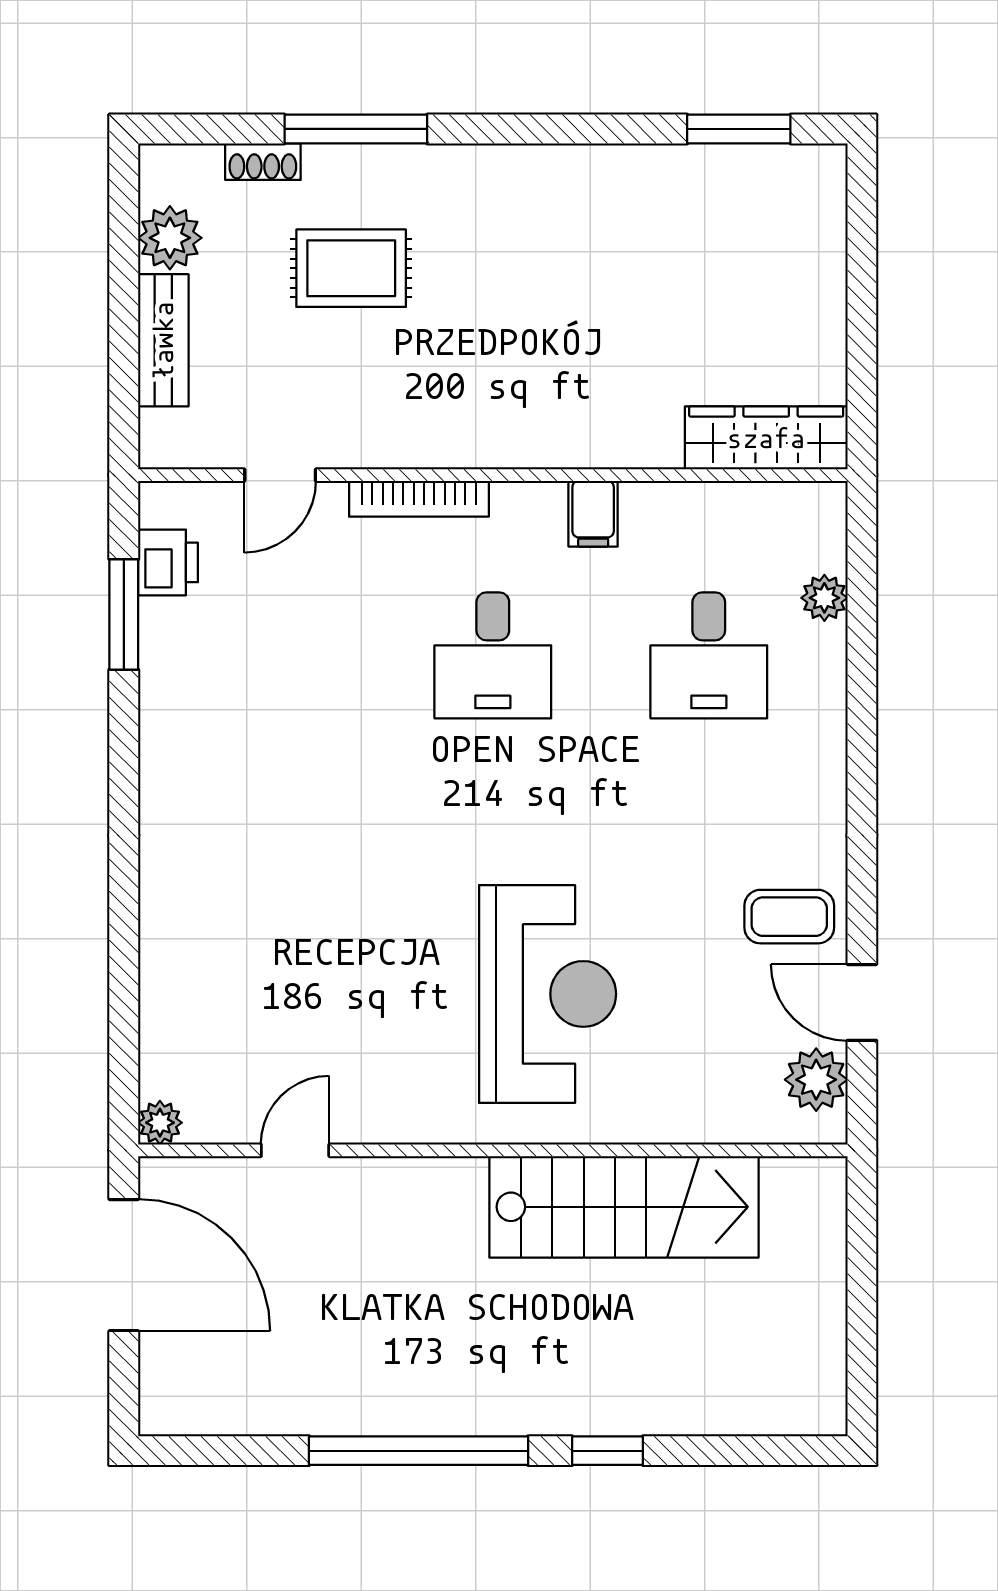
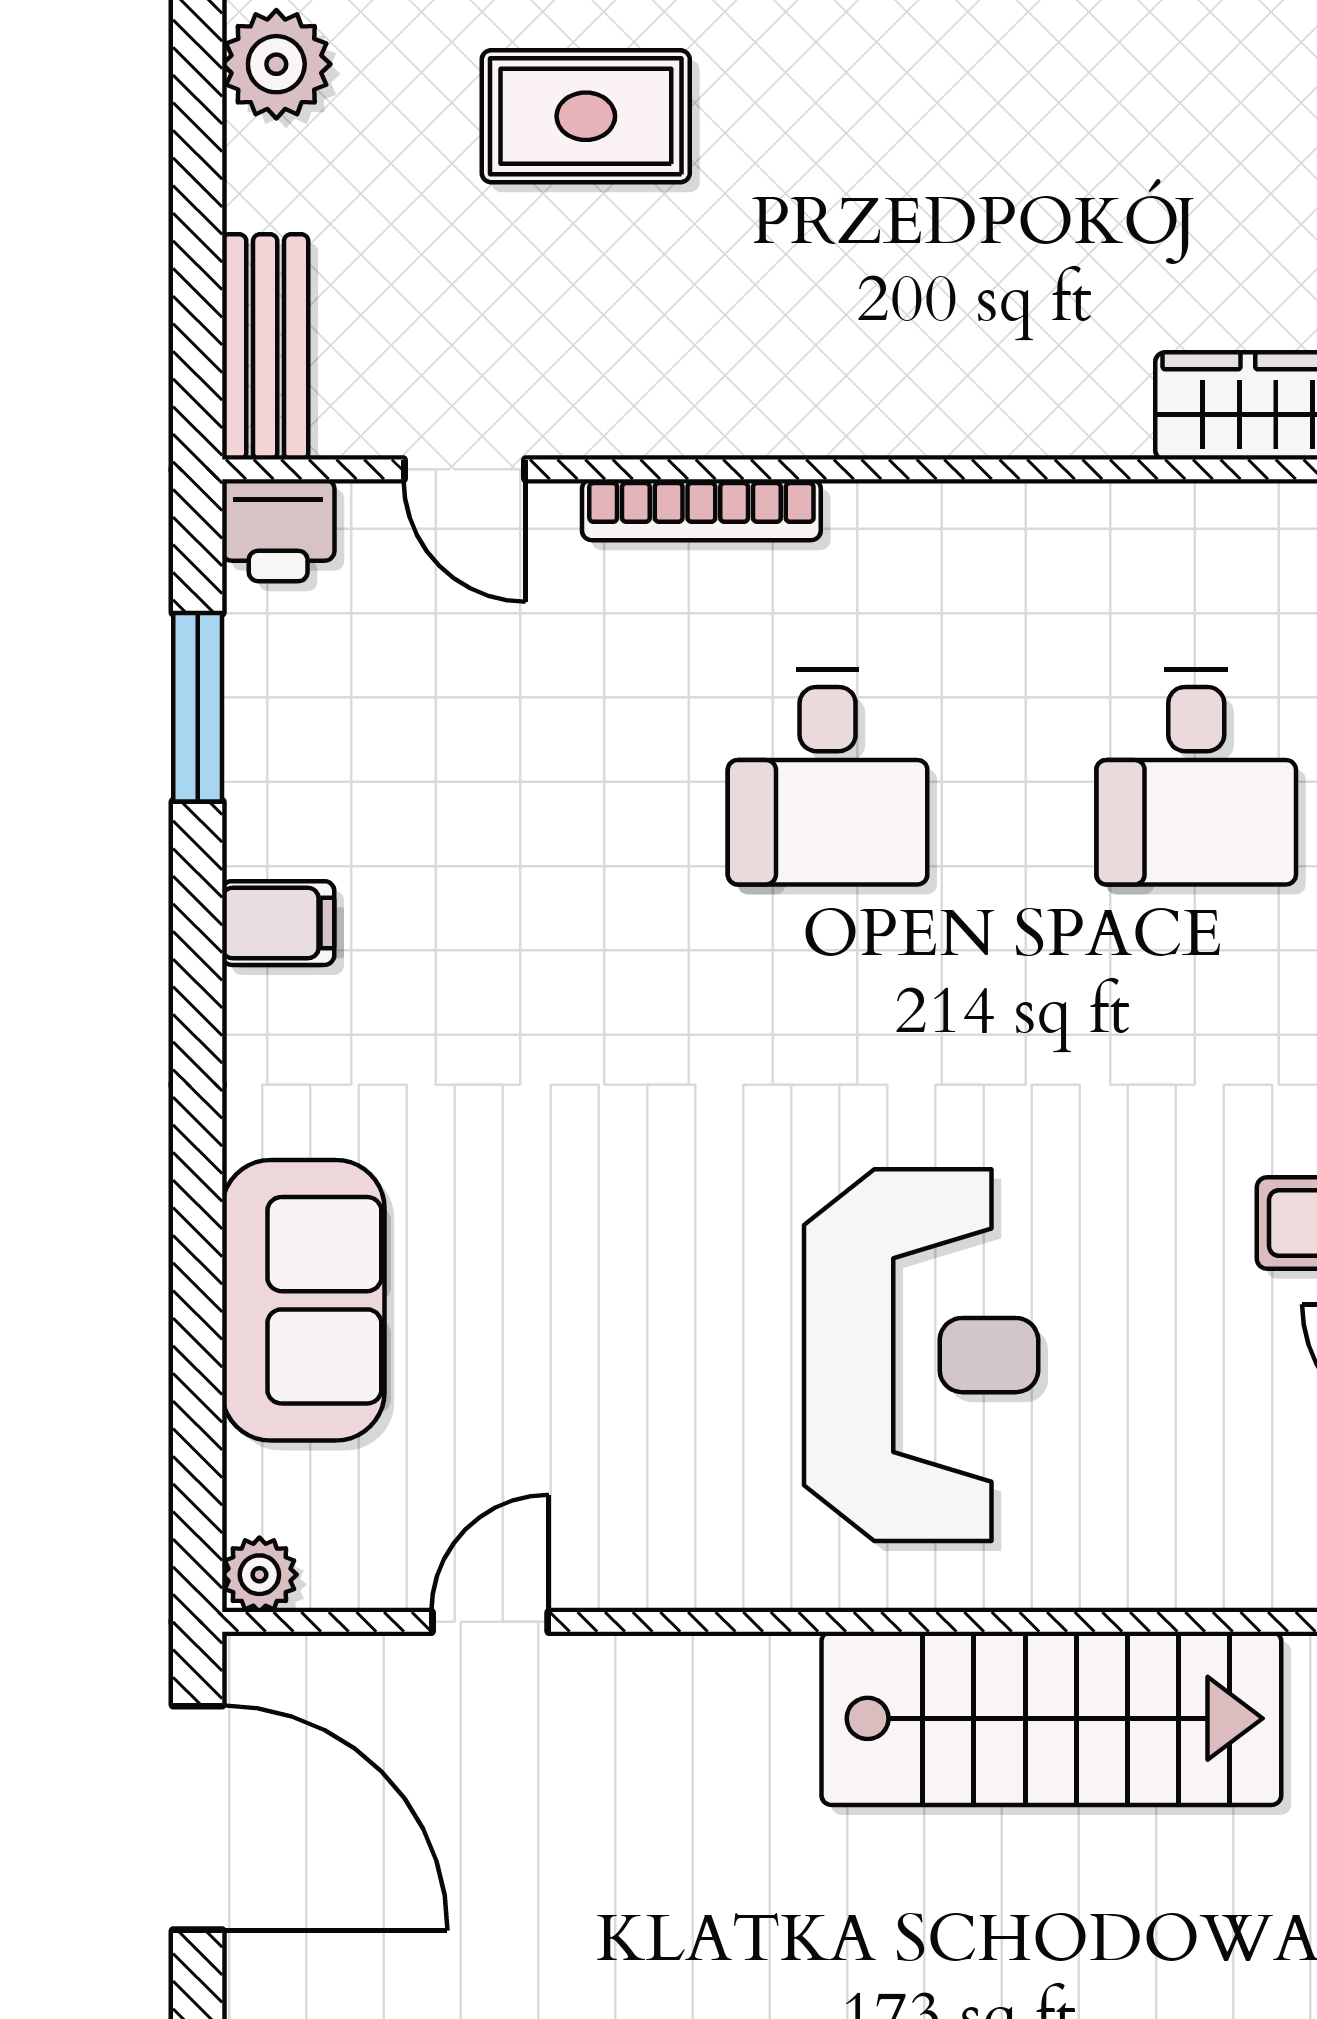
bench: (163, 340) -> (265, 347), moved
door: (280, 475) -> (464, 469), hinge flipped
filing cabinet: (593, 514) -> (278, 923), moved, turned -90
printer: (168, 562) -> (278, 530), moved, turned 90
sofa: (186, 962) -> (303, 1300), added

